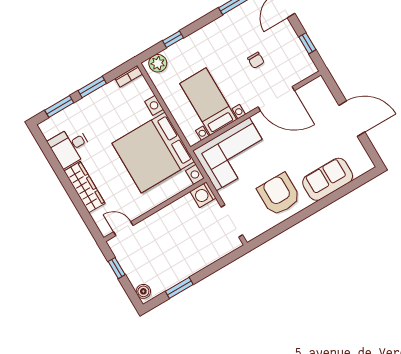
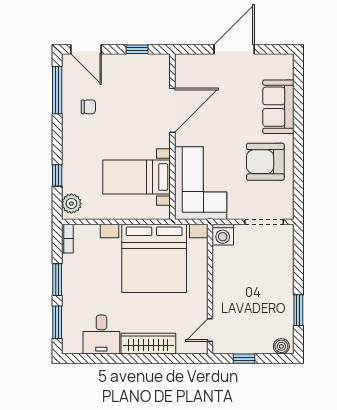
chair: (256, 60) -> (88, 107), moved

